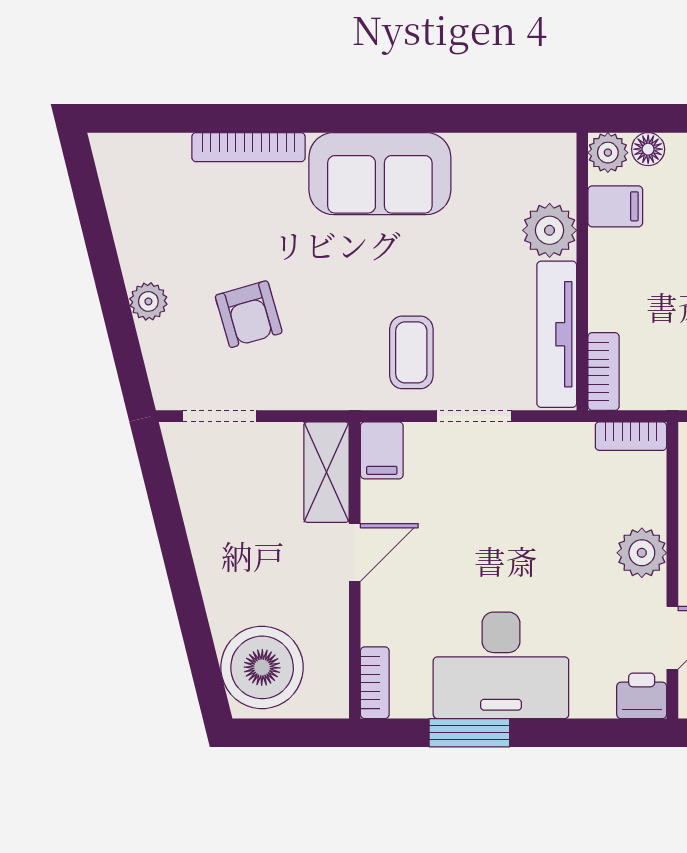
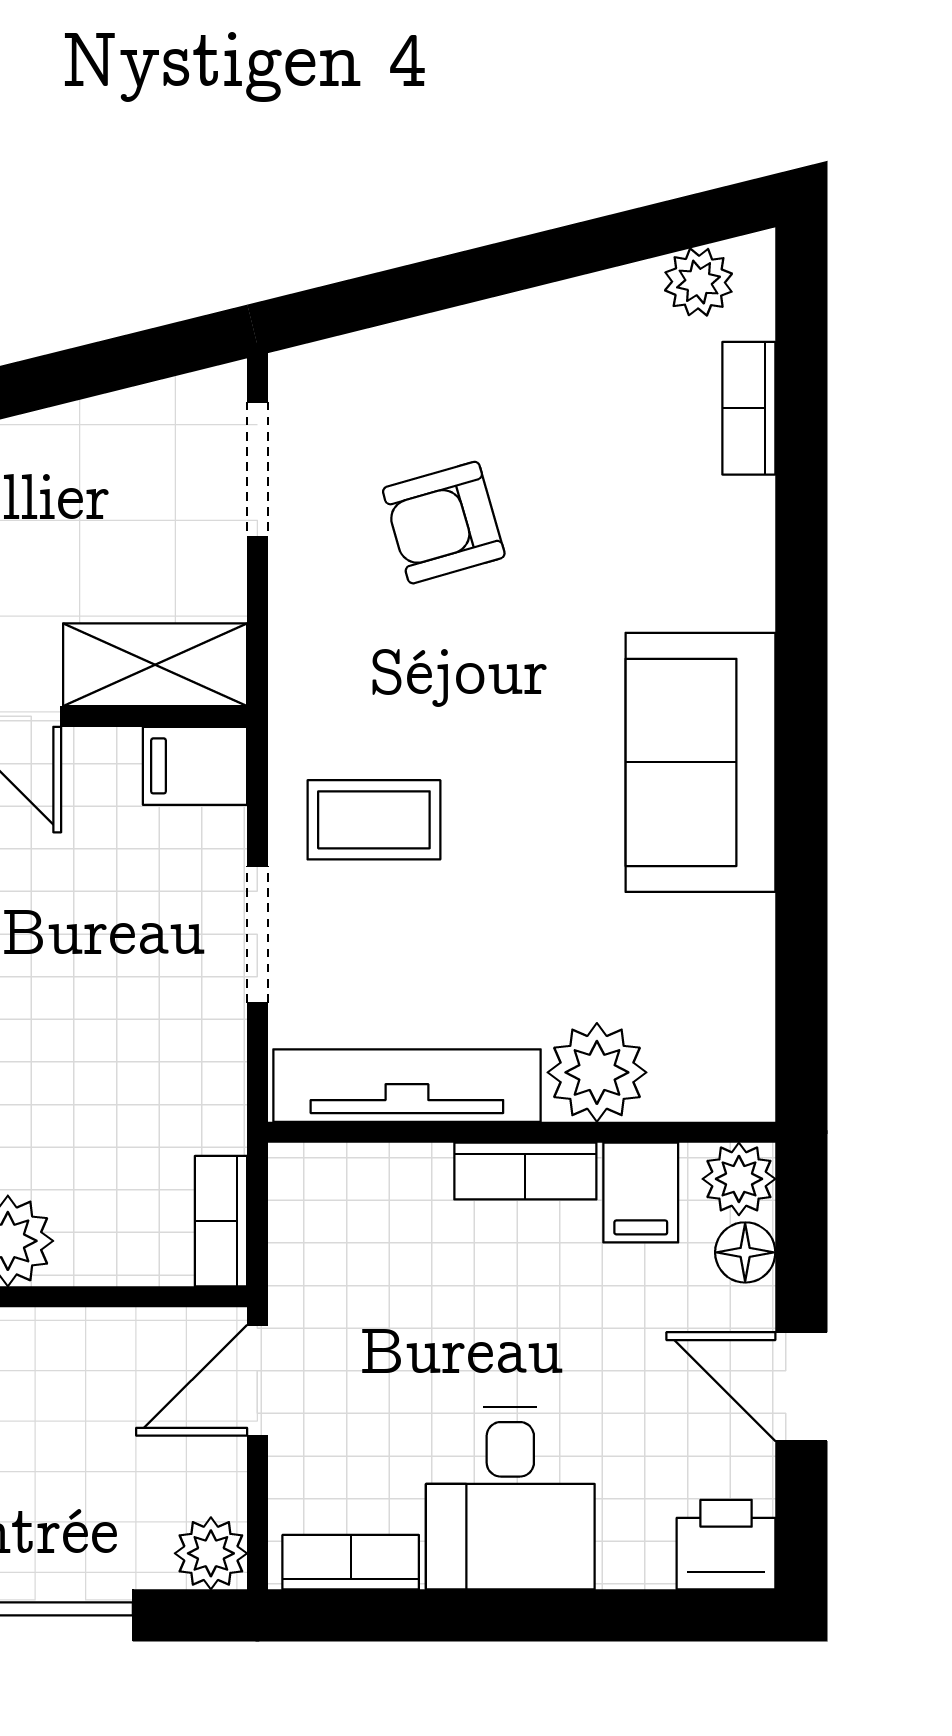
bookcase: (249, 147) -> (749, 408), moved, width x0.64
plant: (148, 301) -> (699, 282), moved
bookcase: (604, 372) -> (525, 1171), moved

